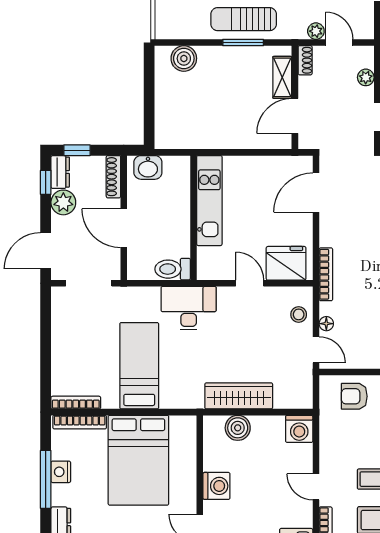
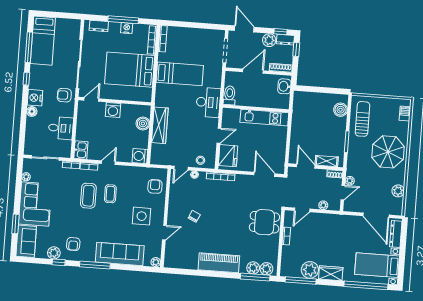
sun lounger: (244, 19) -> (363, 119), moved

